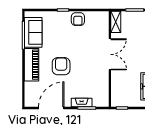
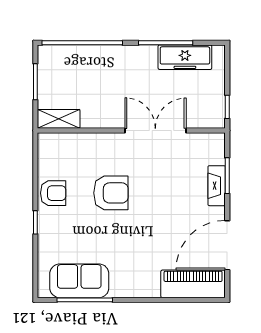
double door: (110, 54) -> (155, 130), moved
piano: (32, 65) -> (193, 284), moved
armchair: (61, 66) -> (111, 193), moved, turned 180
door: (51, 108) -> (227, 245), hinge flipped

